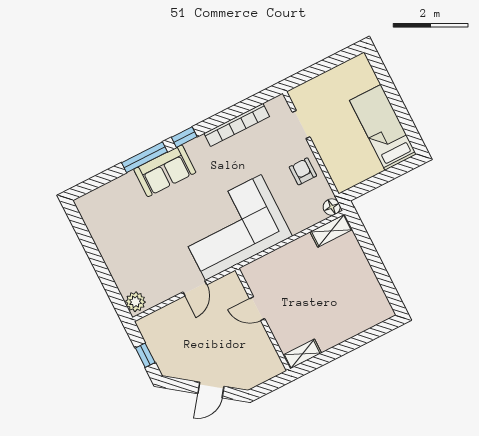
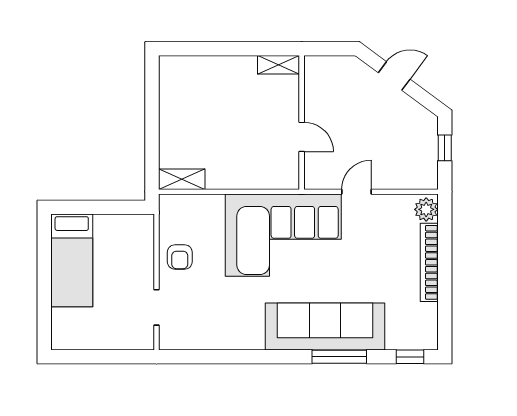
bookcase: (237, 125) -> (429, 262), moved, turned -90
window: (184, 137) -> (410, 357), moved
sofa: (165, 171) -> (325, 327), width x1.85, depth x1.27
floor lamp: (332, 207) -> (169, 204), removed

